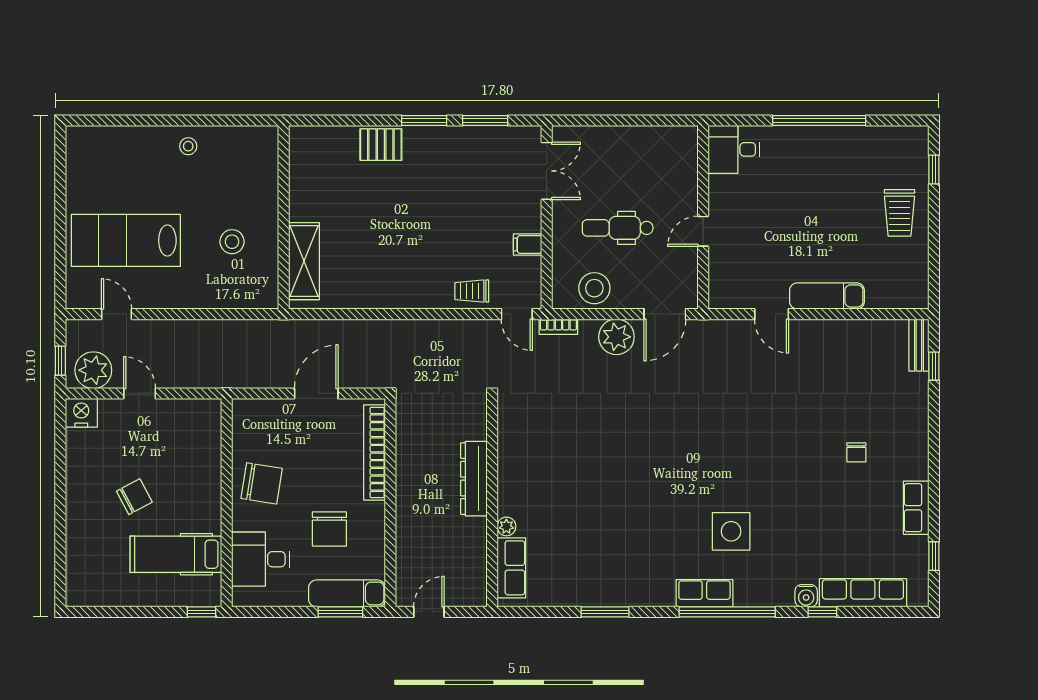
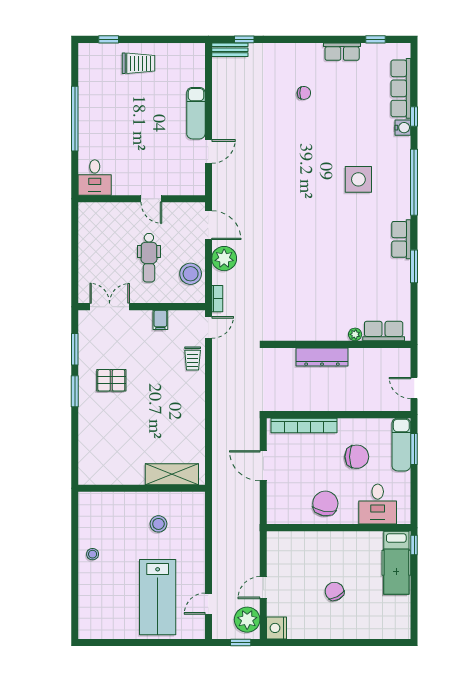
pallet: (381, 145) -> (111, 380), moved, turned 90
hospital bed: (176, 554) -> (396, 563), moved
row of seats: (704, 593) -> (401, 239), moved

